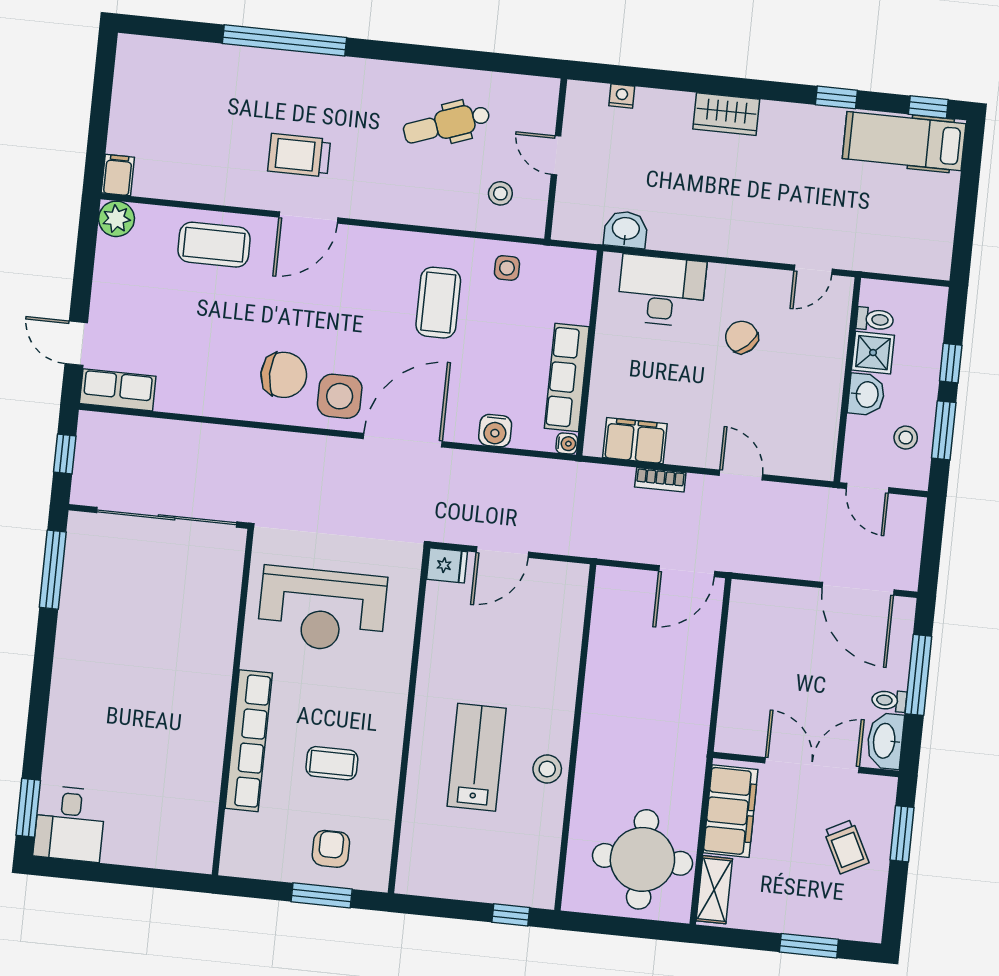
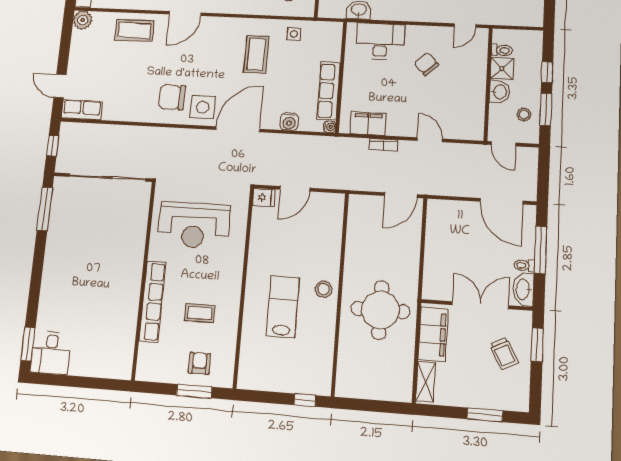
chair: (284, 375) -> (172, 97), turned 180
stool: (547, 769) -> (324, 289), moved
round table: (642, 859) -> (380, 310), moved

